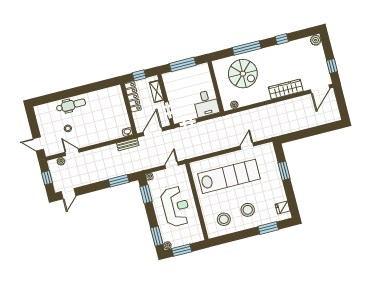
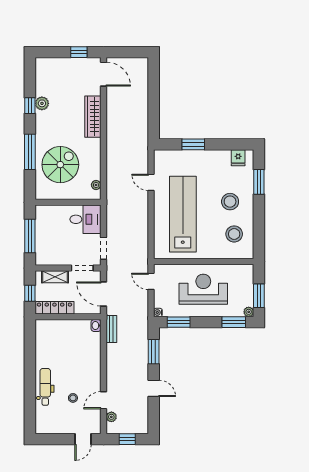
plant: (316, 40) -> (42, 103), moved
door: (68, 194) -> (154, 388), moved

